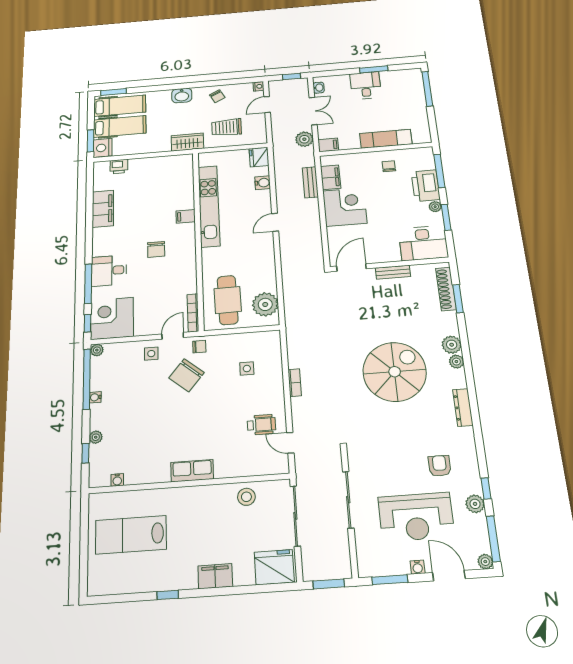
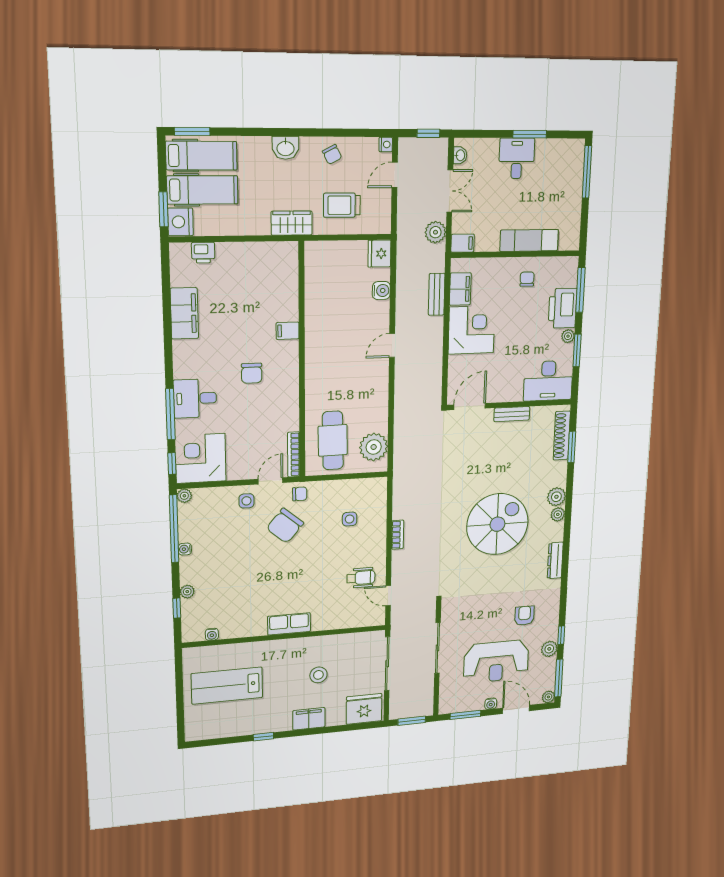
kitchen unit: (209, 206) -> (316, 318), removed
stool: (246, 497) -> (318, 675), moved

